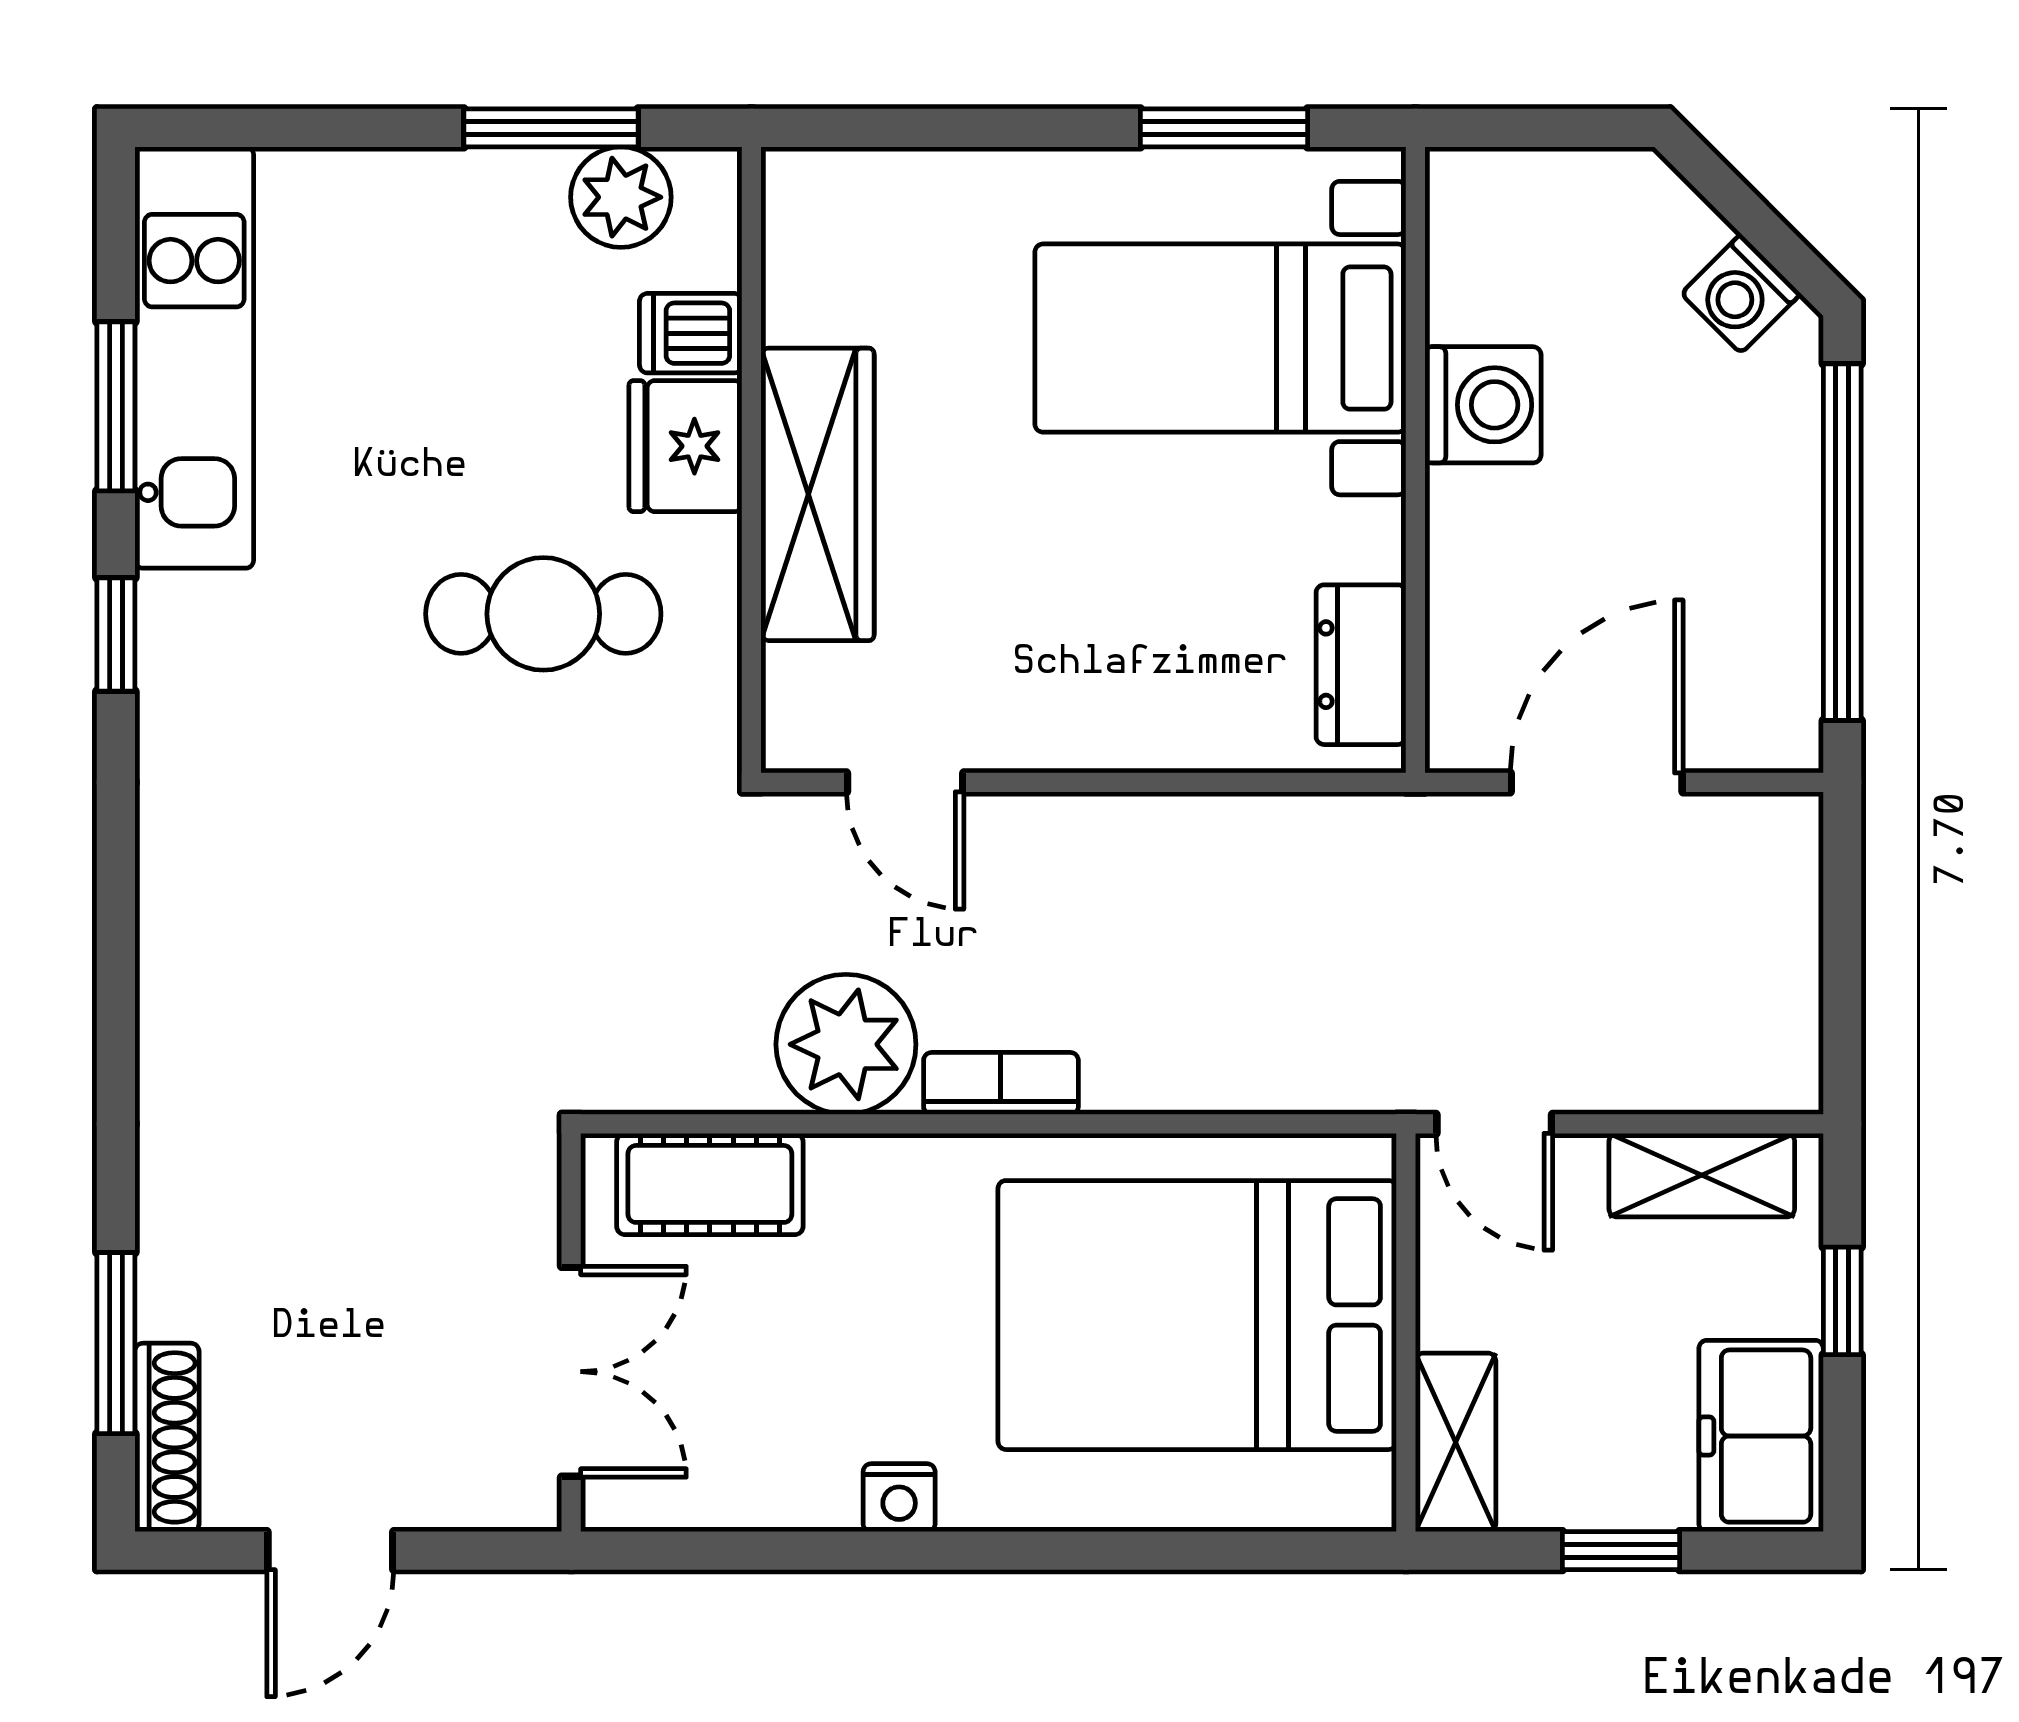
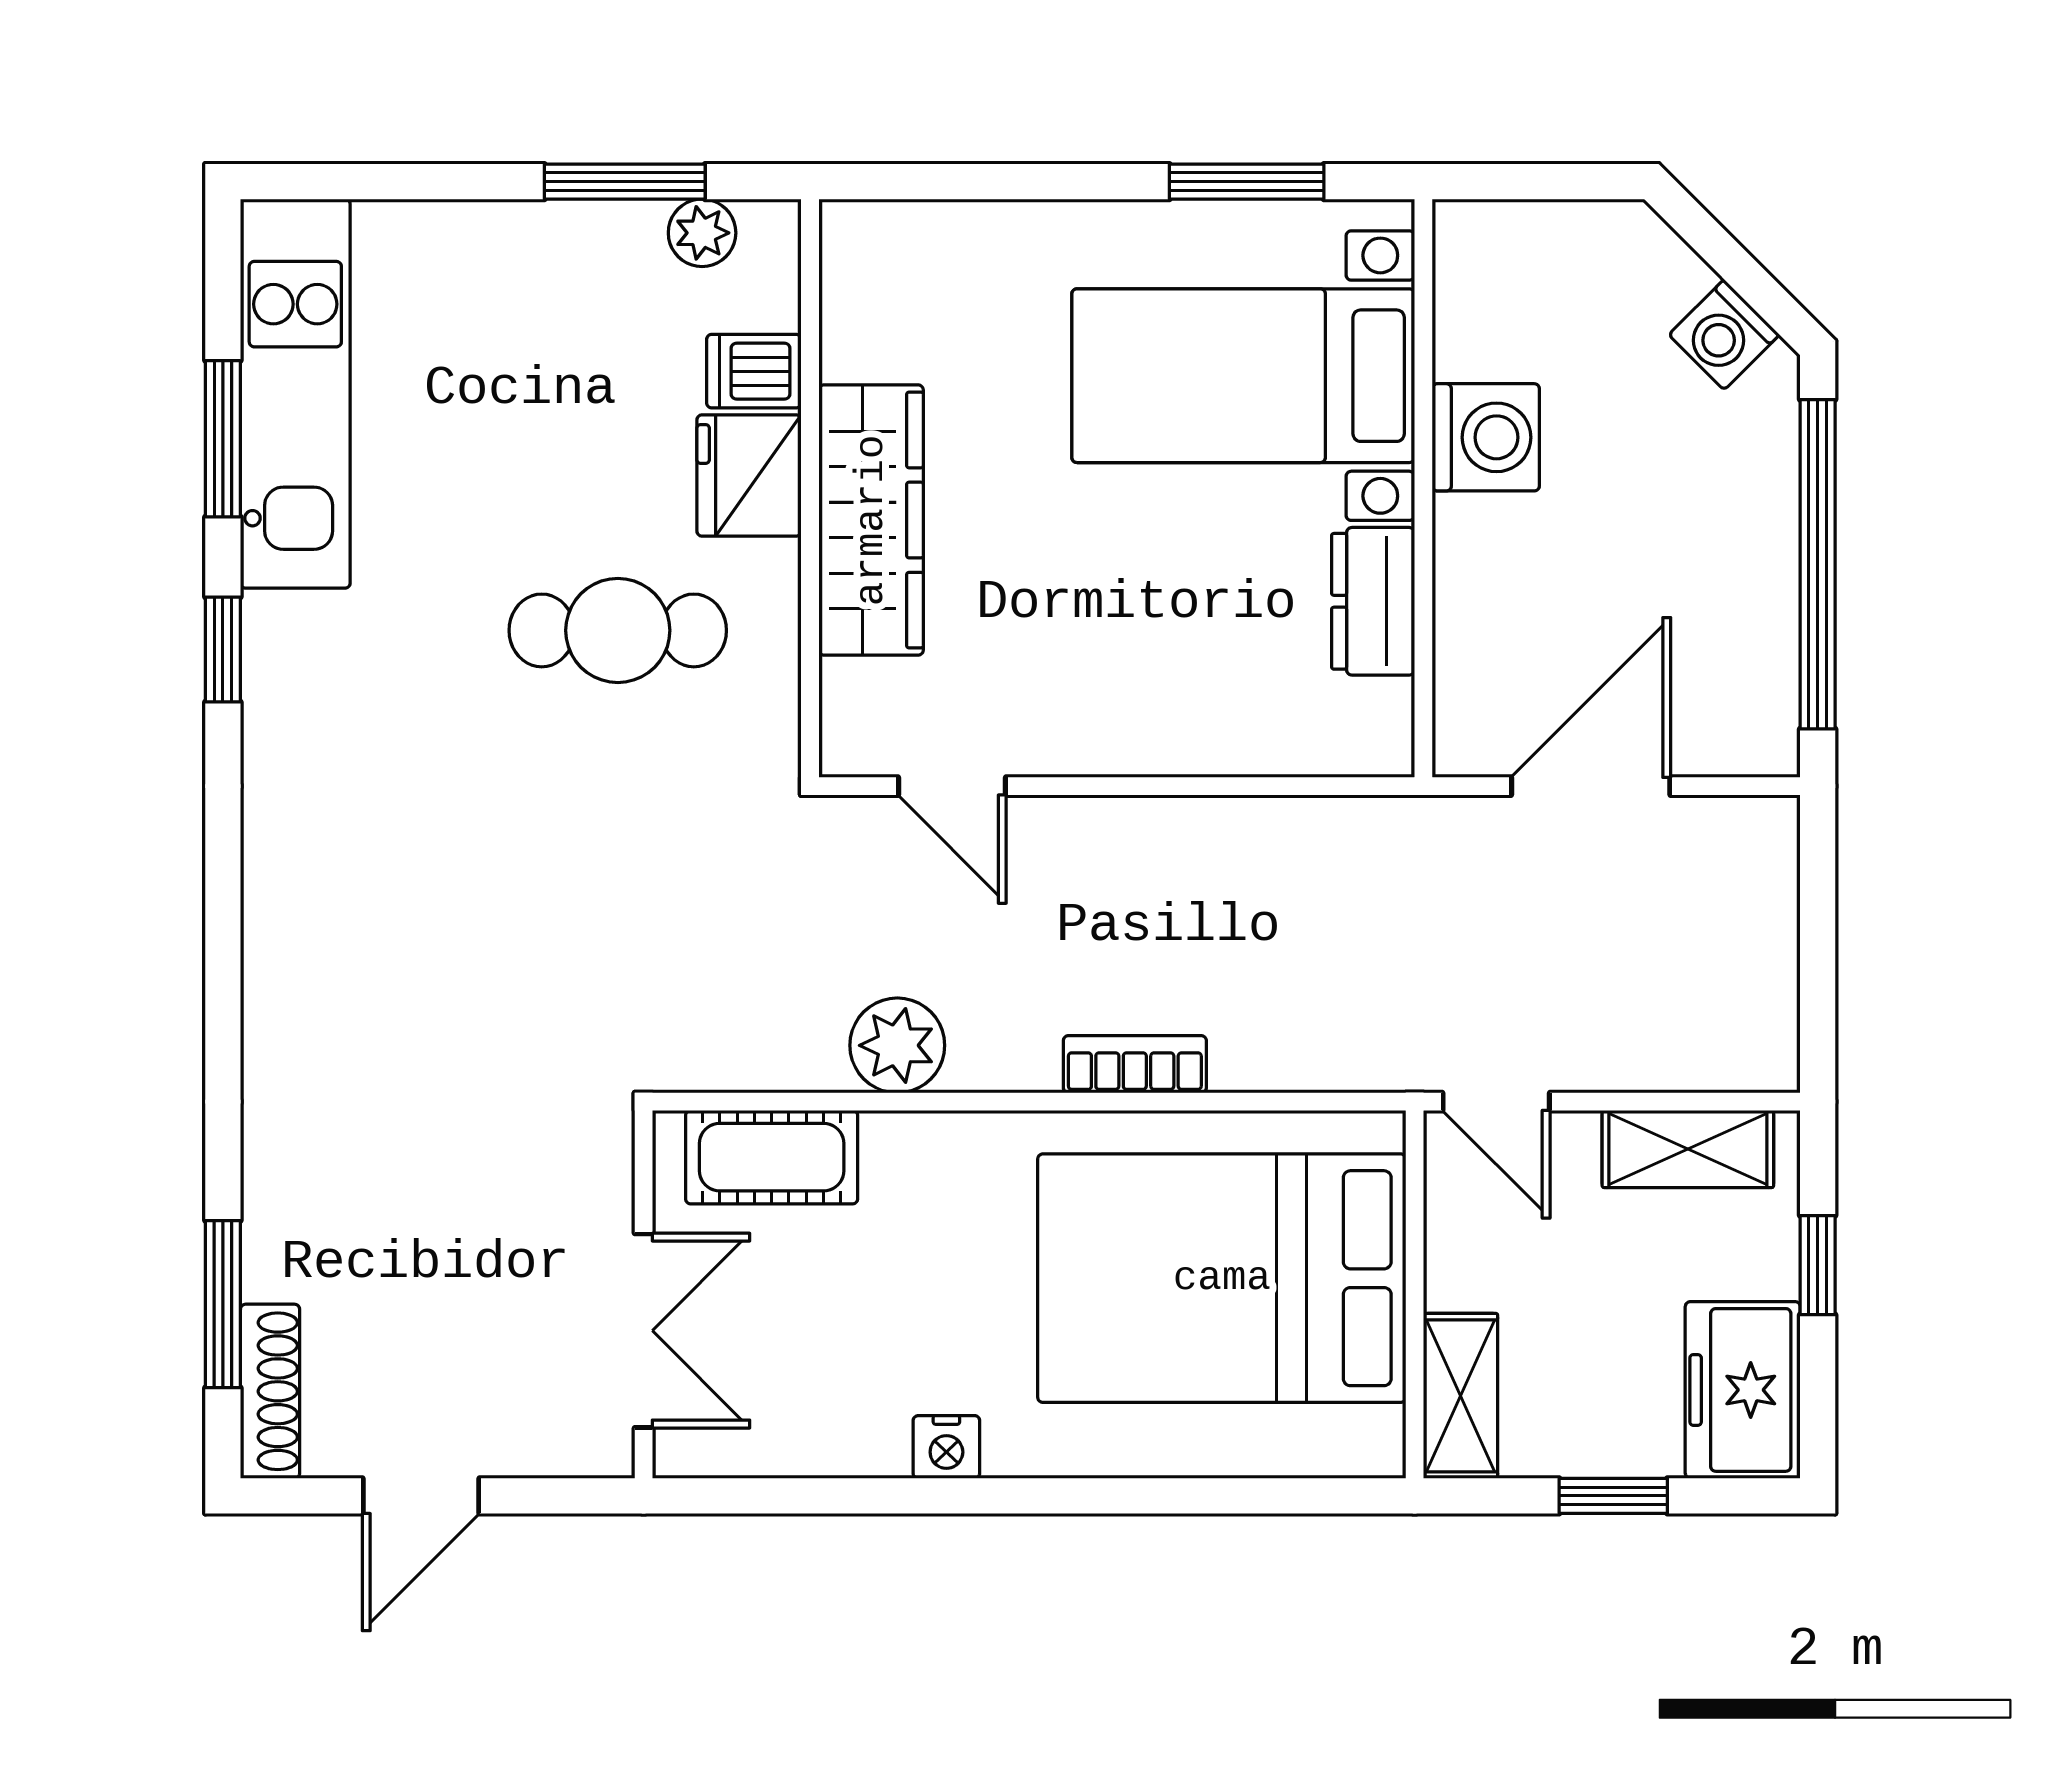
plant: (621, 197) -> (702, 233), width x0.73, depth x0.73
dresser: (1361, 665) -> (1373, 601), moved
plant: (846, 1044) -> (897, 1045), width x0.73, depth x0.73
bookcase: (1001, 1083) -> (1135, 1064), moved

